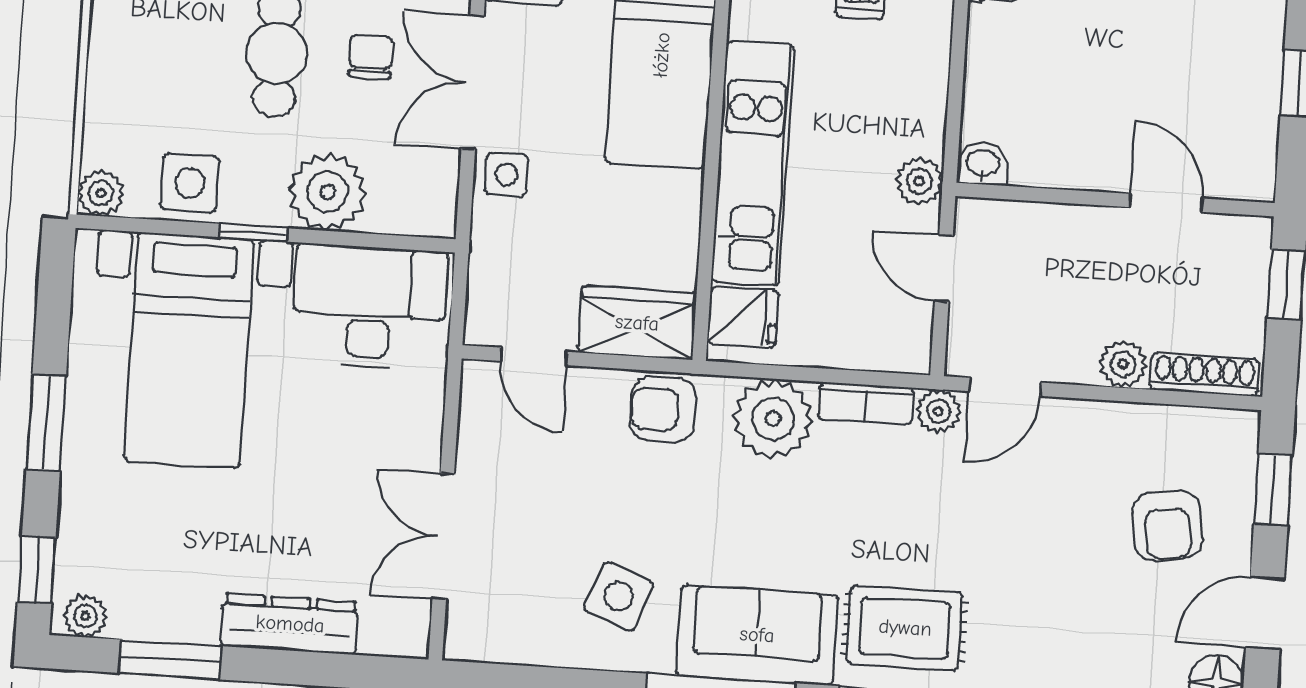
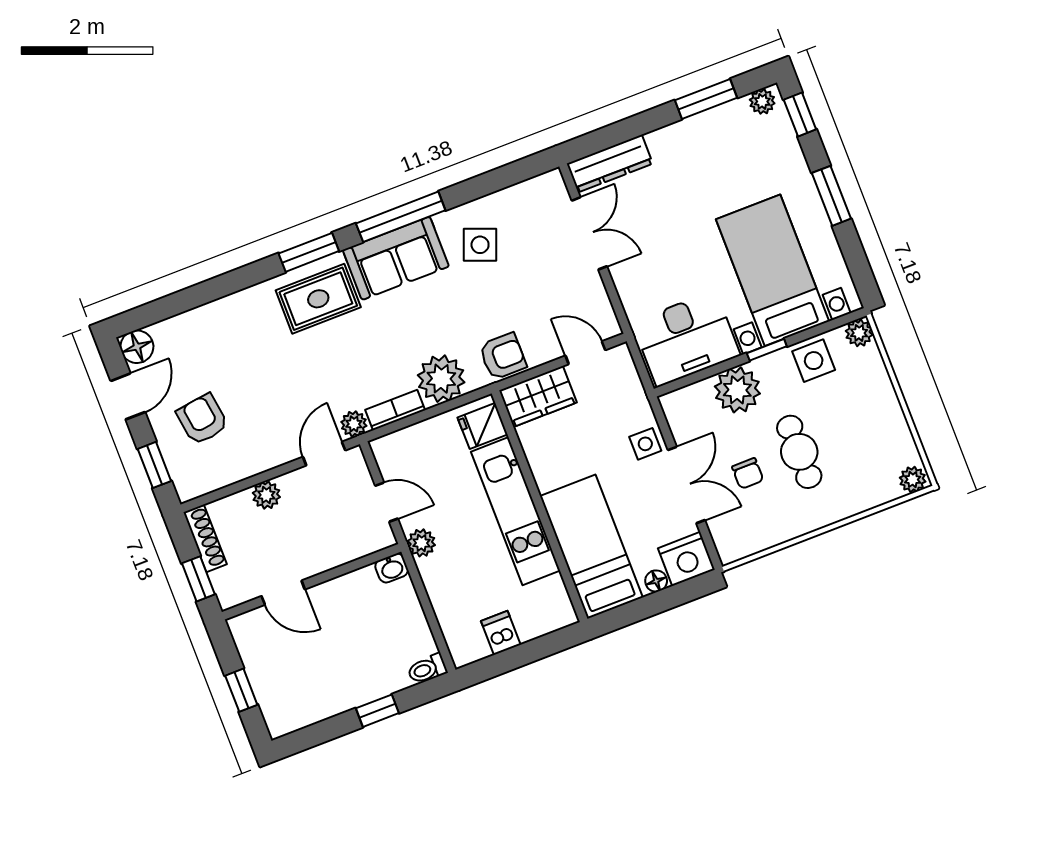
shoe rack: (1205, 375) -> (205, 538), moved, turned -90
dresser: (290, 624) -> (610, 164), moved

